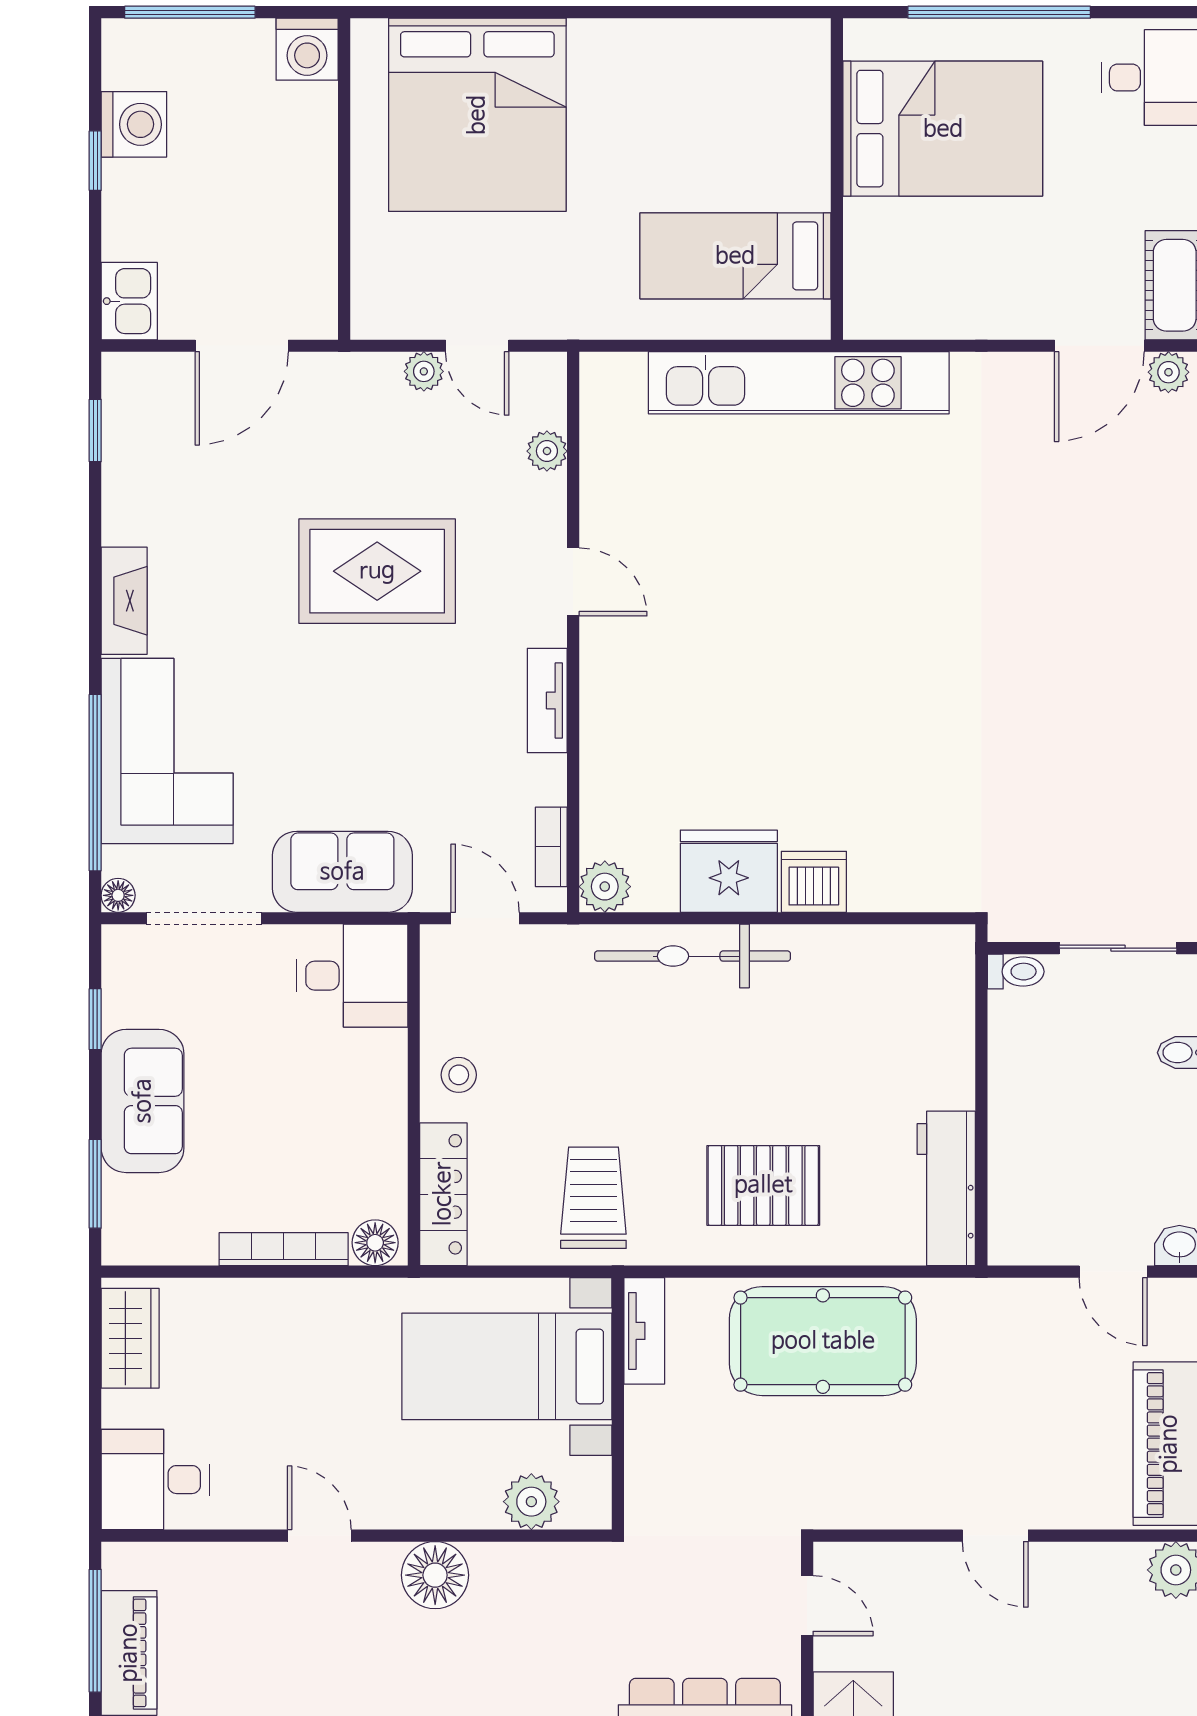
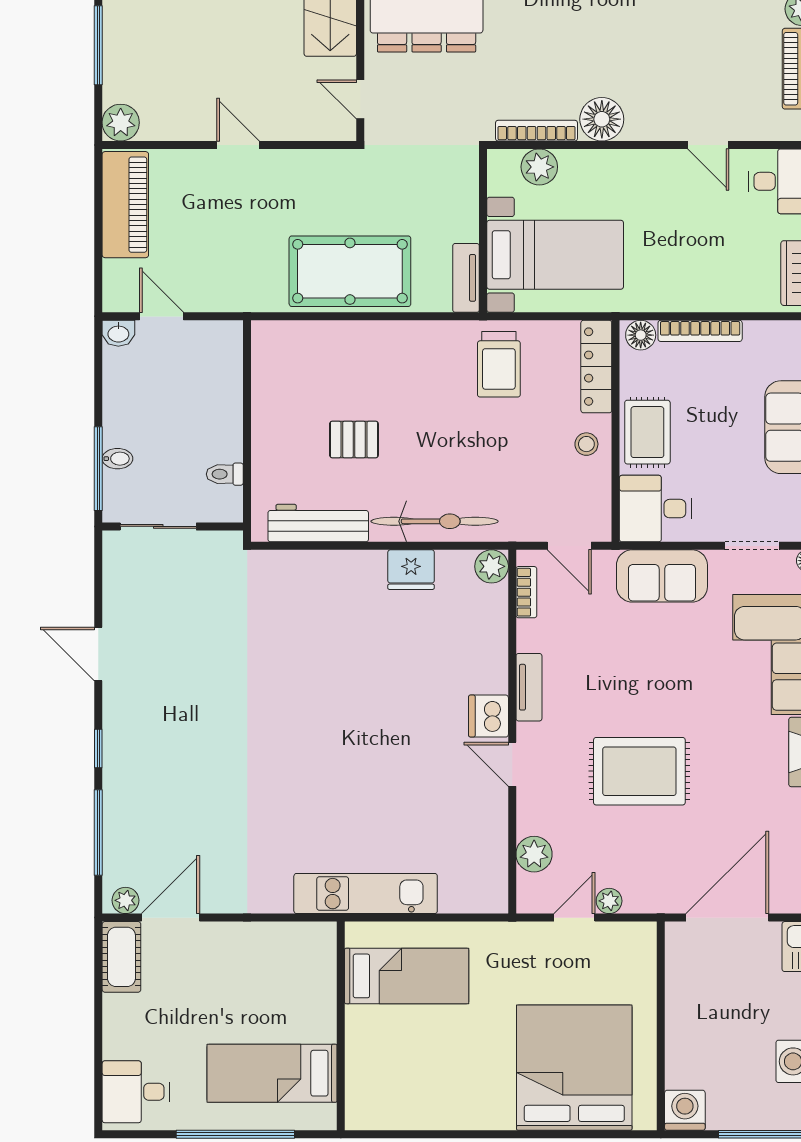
bed: (943, 129) -> (272, 1073), width x0.67
door: (242, 346) -> (727, 918), width x1.36
door: (477, 346) -> (574, 918), hinge flipped
kitchen unit: (799, 383) -> (366, 894), width x0.73
plant: (547, 451) -> (534, 854), width x1.38, depth x1.38
fridge: (729, 871) -> (411, 570), width x0.73, depth x0.75
dishwasher: (814, 882) -> (488, 716), moved, turned 90
doorway: (204, 918) -> (752, 546), width x0.73
toilet: (1016, 972) -> (225, 474), moved
rug: (365, 1093) -> (647, 432), added
pallet: (763, 1185) -> (354, 439), moved, width x0.67, depth x0.71
workbench: (946, 1188) -> (318, 523), moved, turned -90
door: (319, 1536) -> (708, 145), moved
bookcase: (536, 1558) -> (537, 131), added

